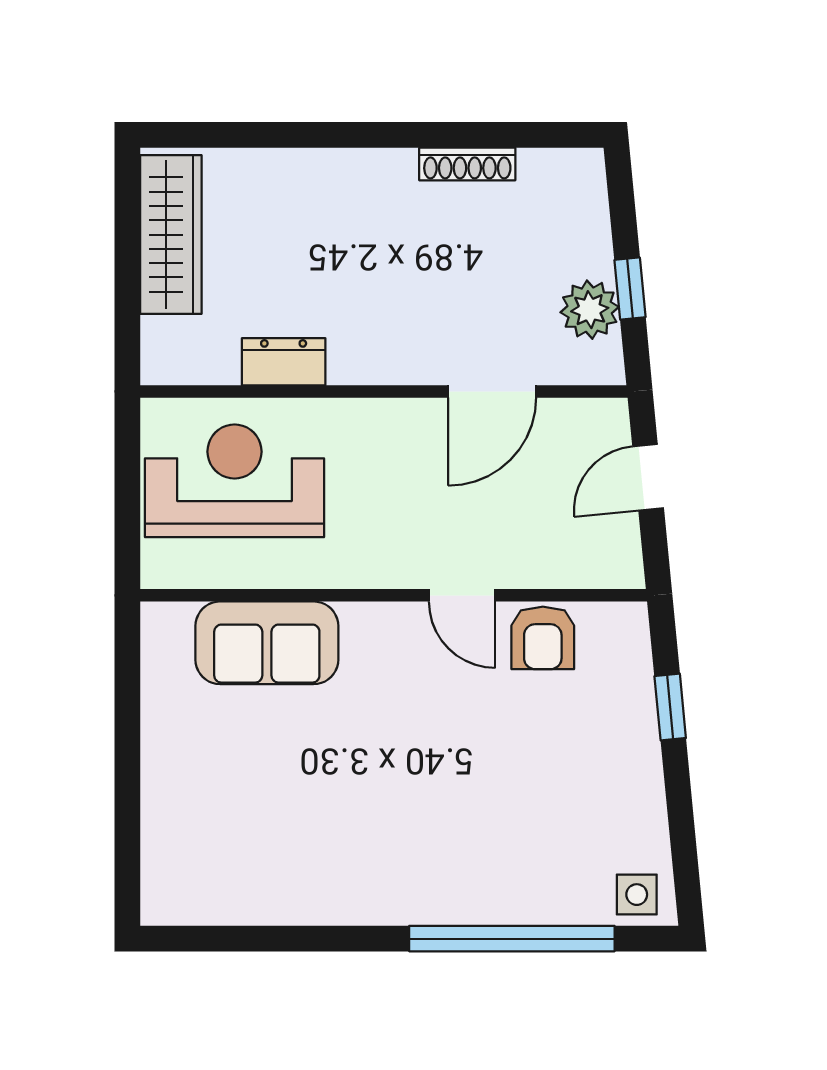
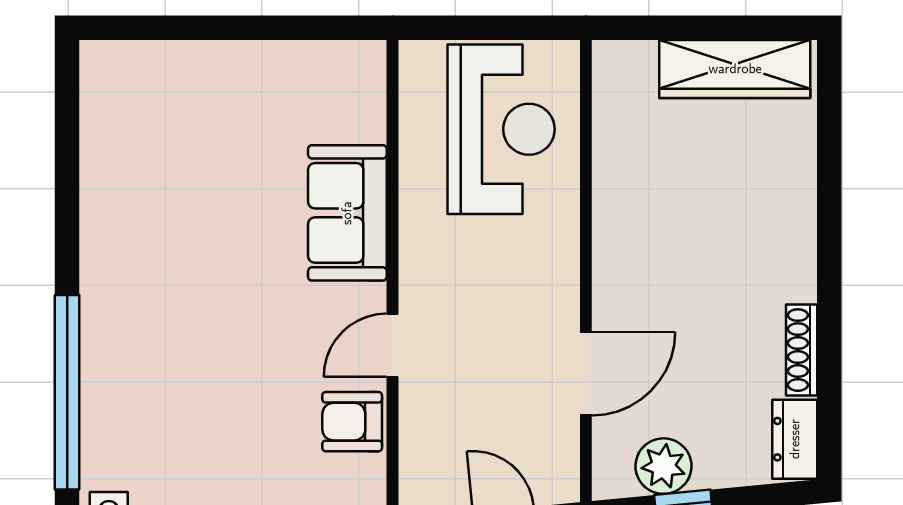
dresser: (284, 362) -> (795, 439), moved, turned 180
door: (492, 391) -> (586, 374), swing flipped
sofa: (267, 643) -> (347, 213), moved

